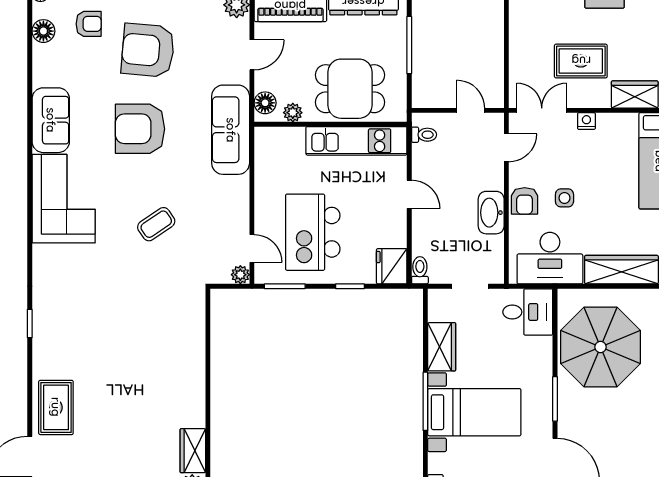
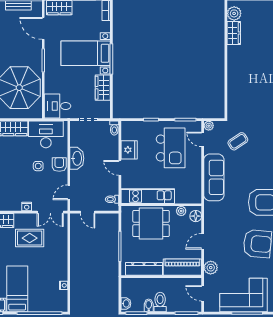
sofa: (231, 130) -> (214, 177), moved
coffee table: (156, 224) -> (238, 141), moved
fridge: (392, 266) -> (129, 150), moved

